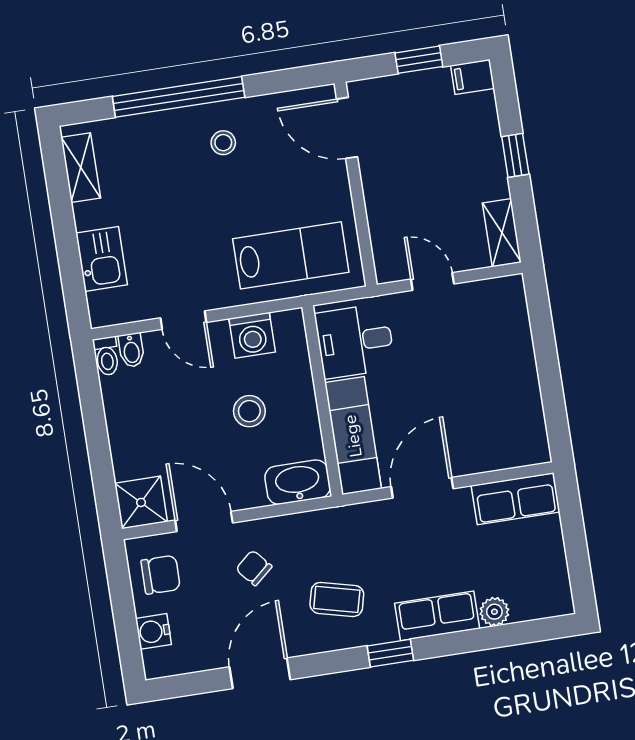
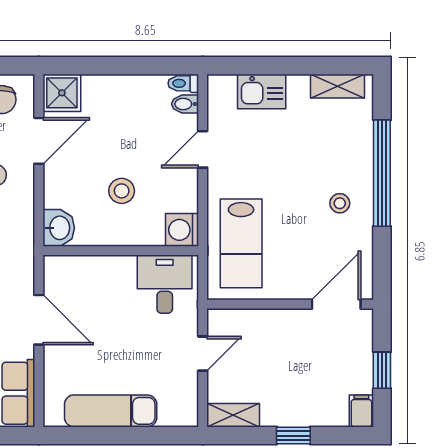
washing machine: (252, 335) -> (182, 230), moved
exam couch: (353, 436) -> (111, 411), moved, turned 180
washbasin: (298, 482) -> (59, 228), width x0.72

